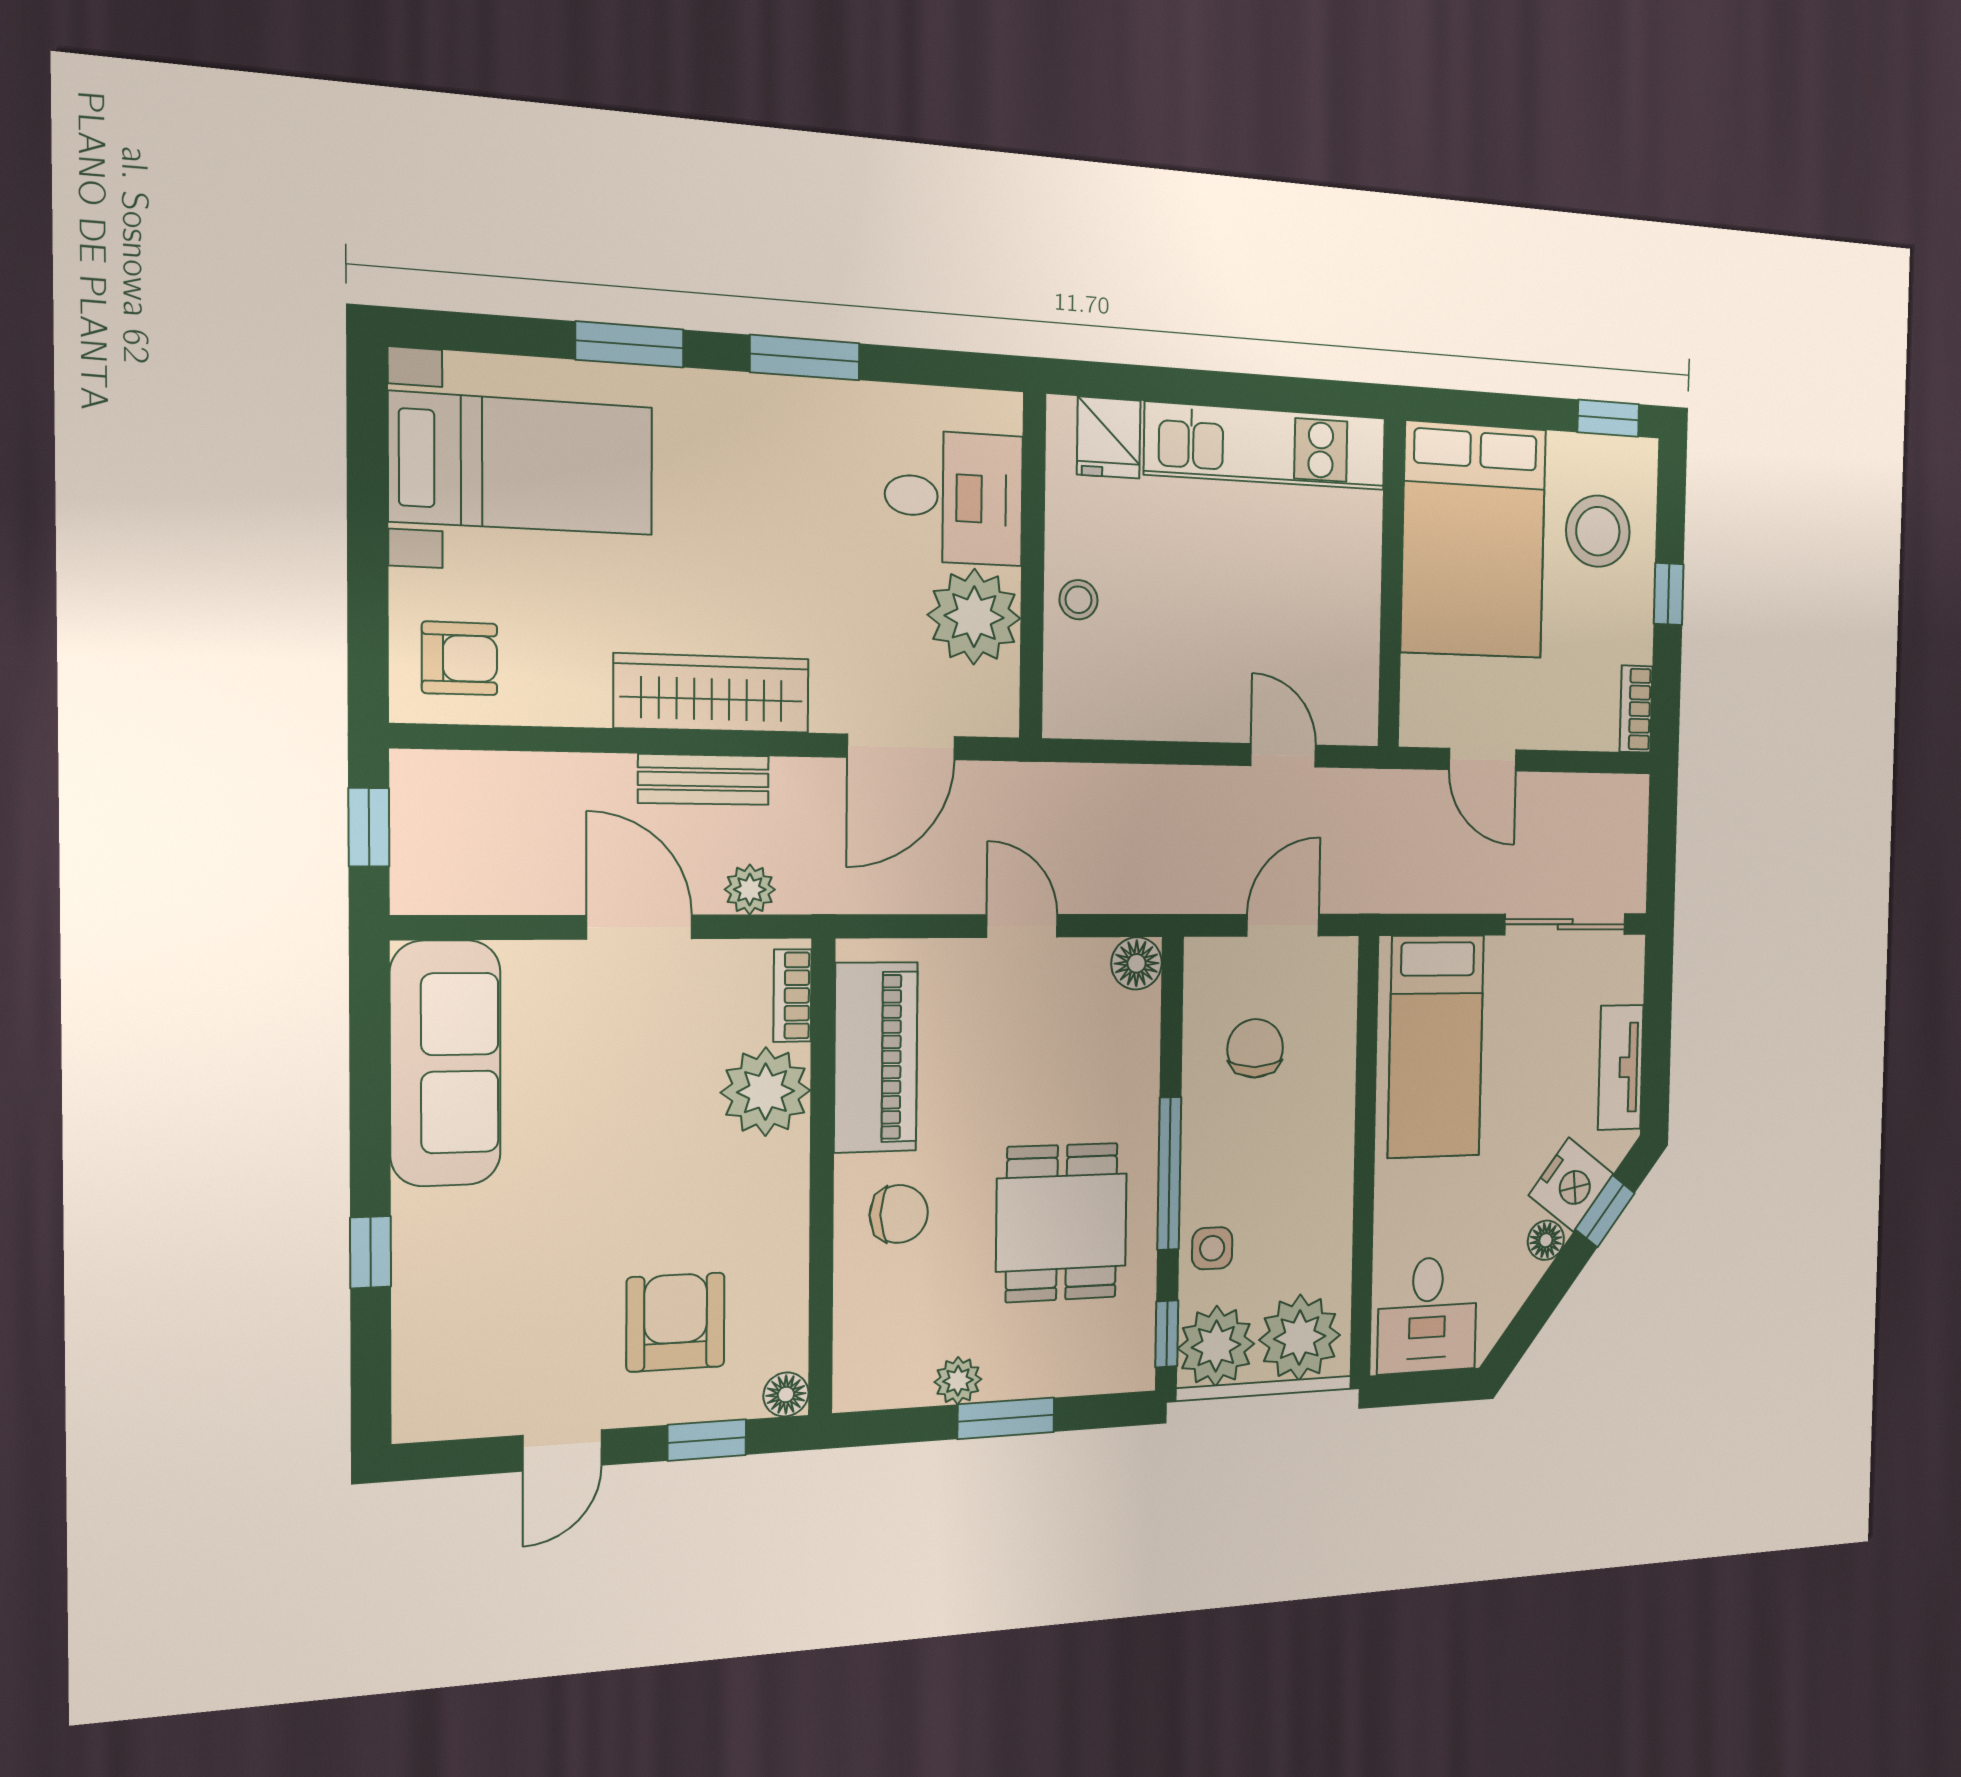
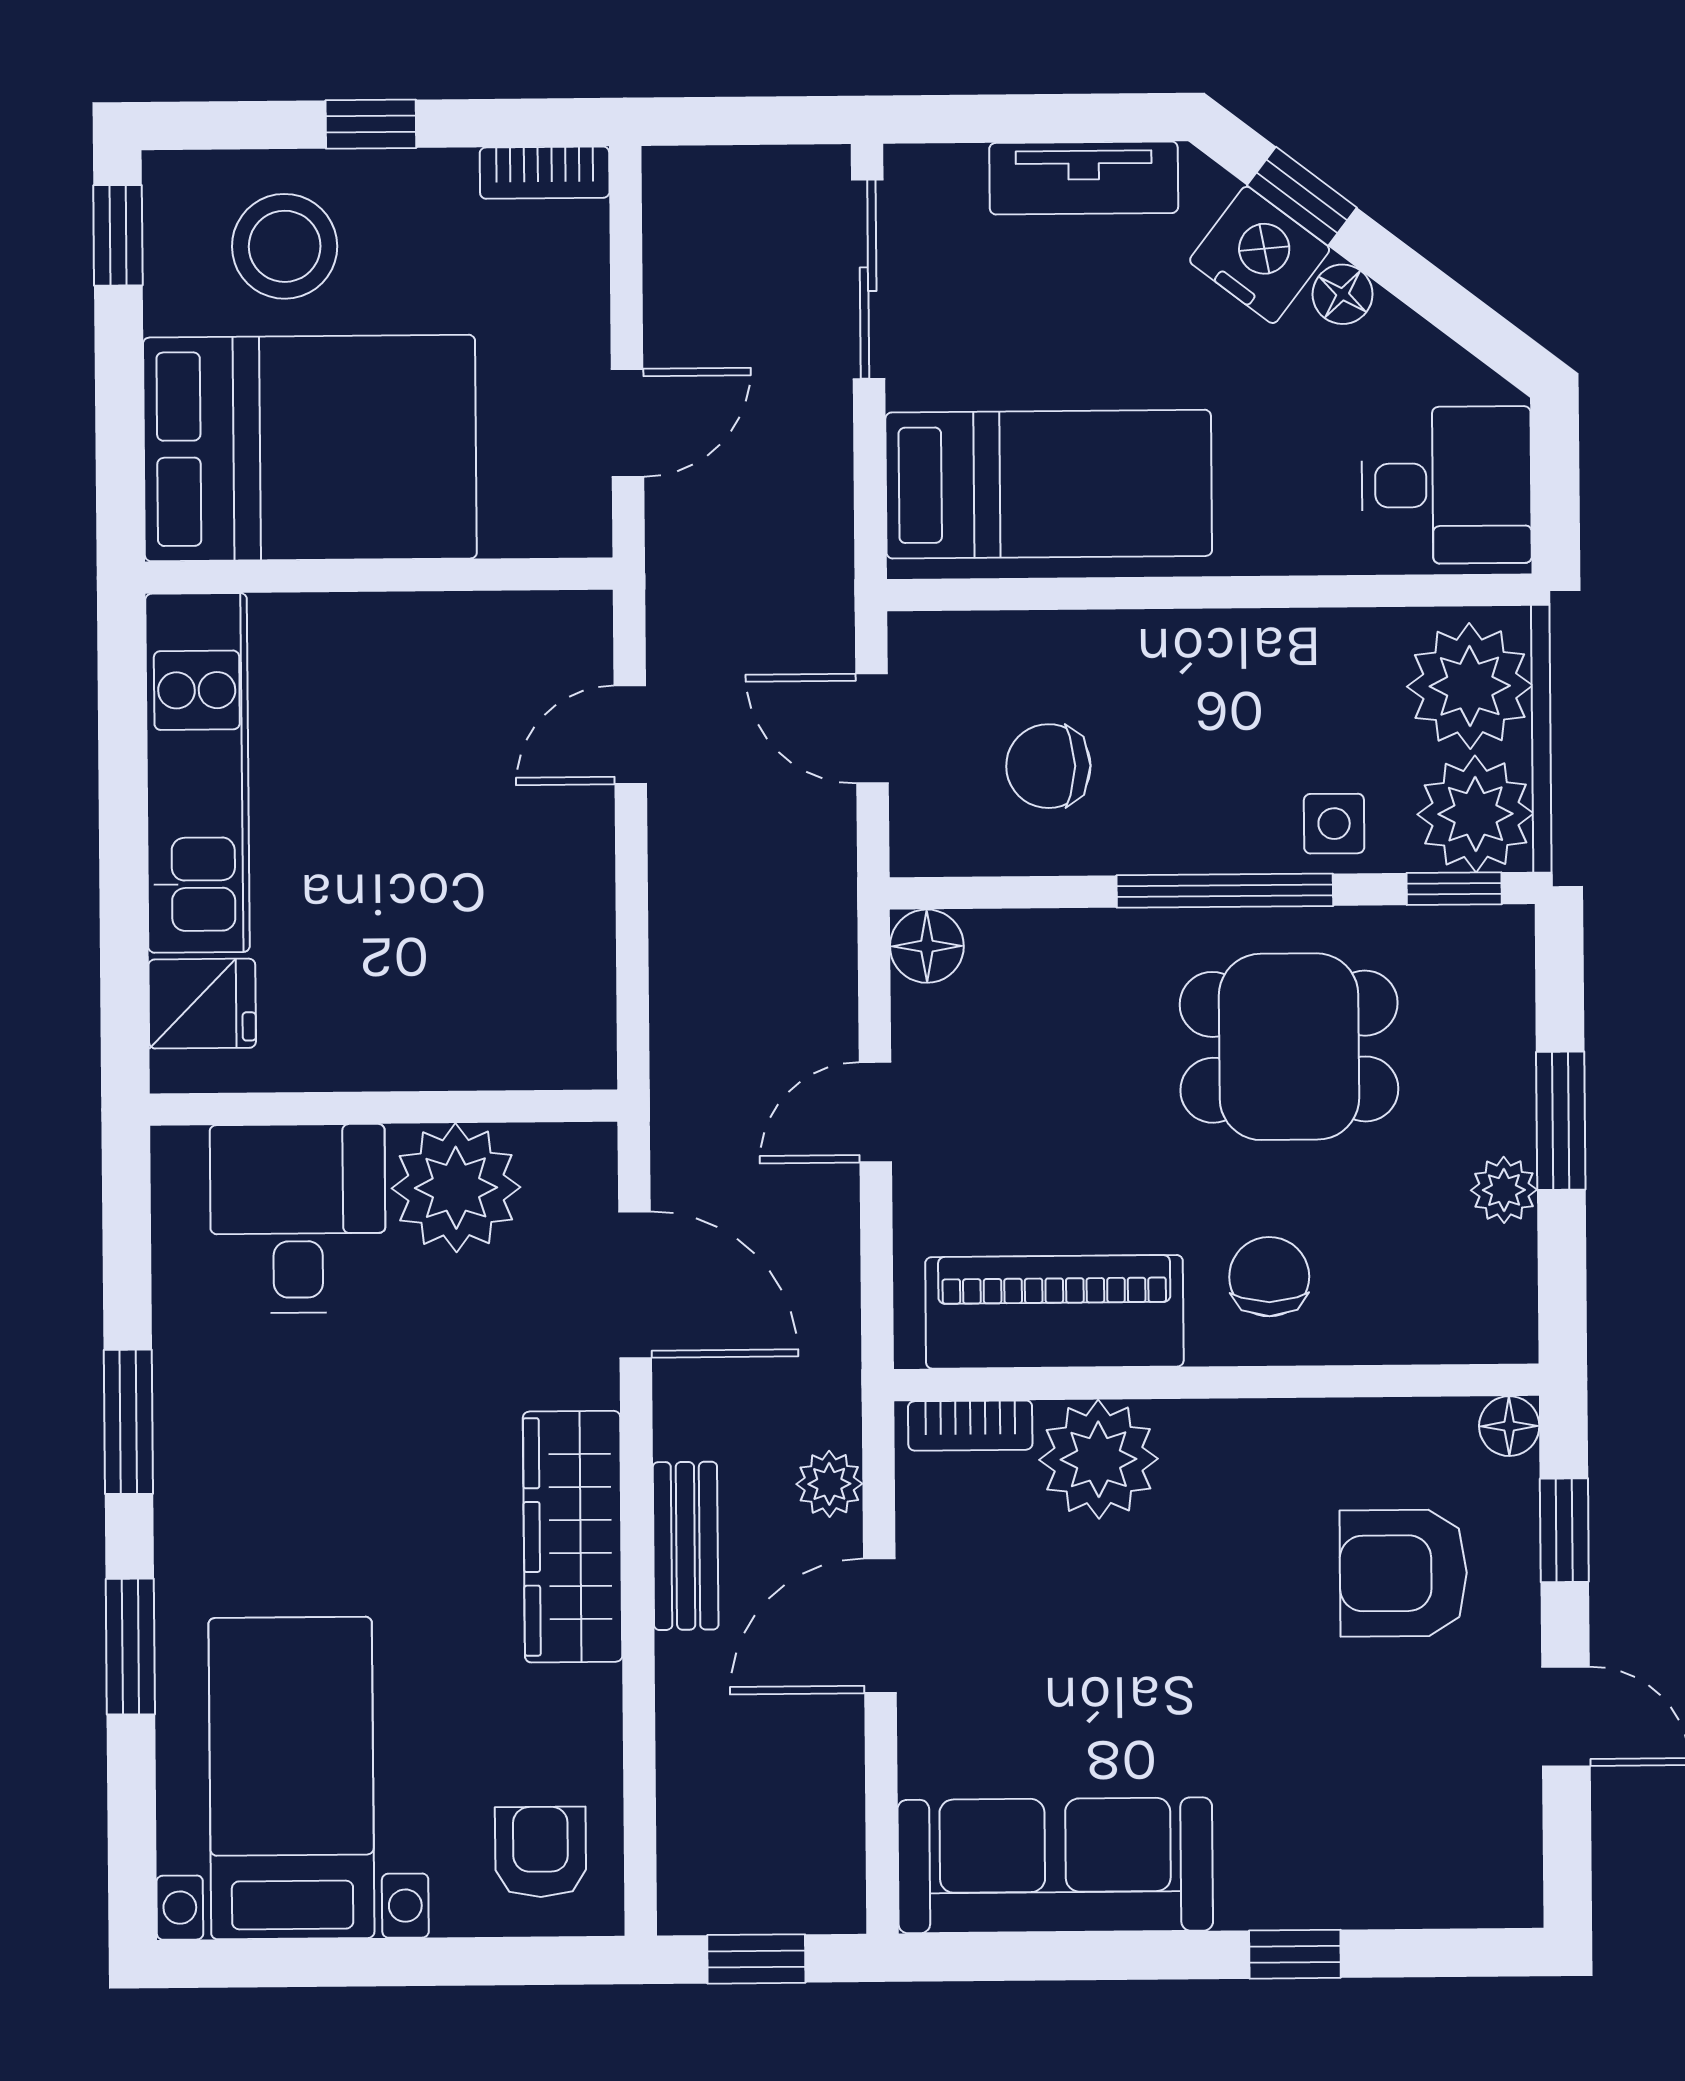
stool: (1079, 600) -> (426, 1042), removed

